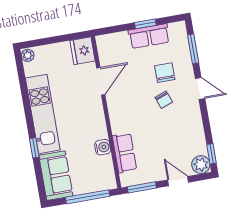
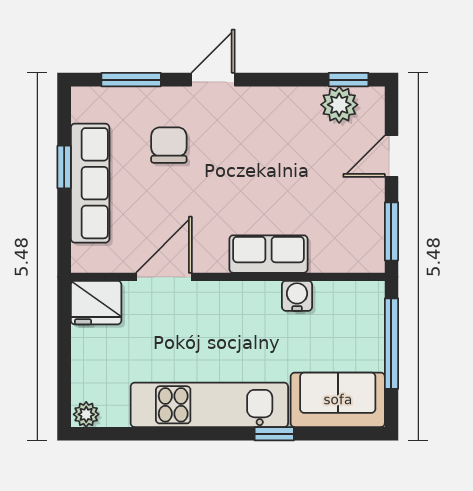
row of seats: (149, 36) -> (90, 183), width x1.48
chair: (165, 73) -> (169, 145), turned 90
door: (101, 81) -> (164, 277), hinge flipped
chair: (164, 100) -> (223, 157), removed
row of seats: (125, 153) -> (268, 254), moved
plant: (201, 165) -> (339, 105), moved

